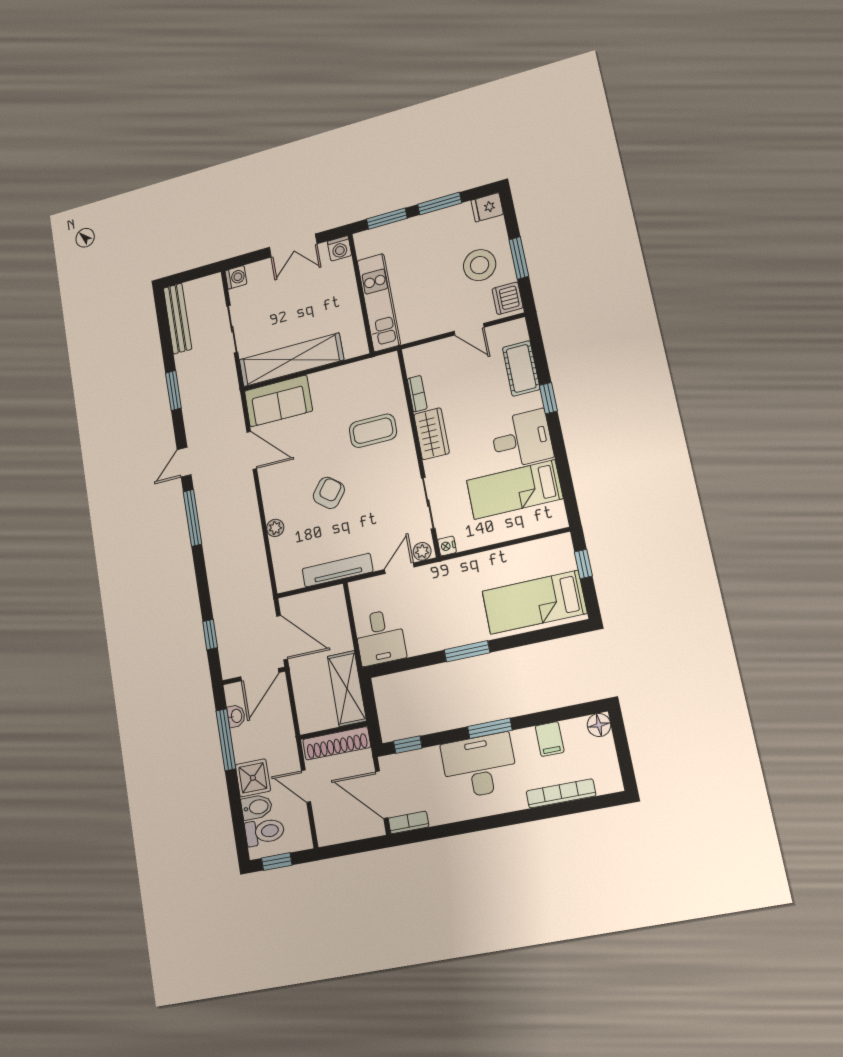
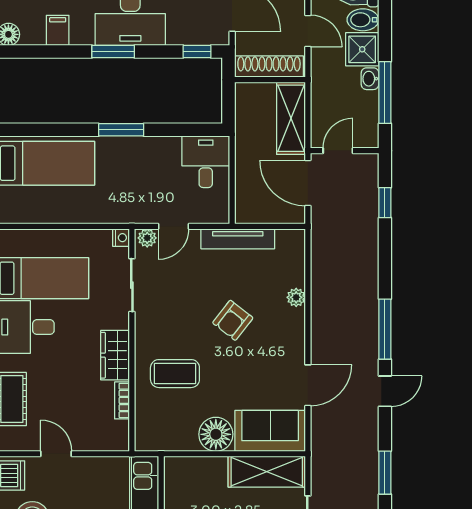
shelving: (291, 360) -> (267, 472), width x0.68
floor lamp: (326, 385) -> (216, 434), added
door: (252, 450) -> (308, 385), swing flipped
door: (260, 675) -> (338, 151), width x0.73
shelving: (347, 689) -> (291, 118), moved
washbasin: (236, 716) -> (370, 79), moved

